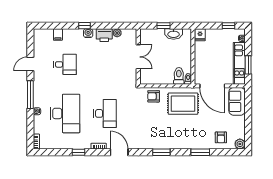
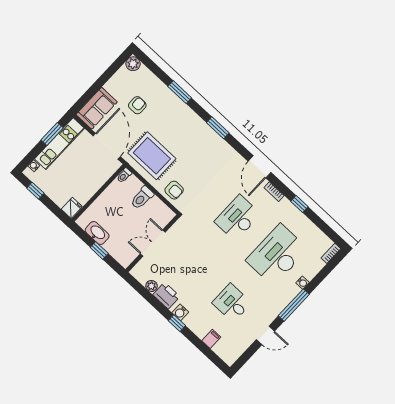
toilet: (179, 76) -> (142, 198), moved
armchair: (221, 137) -> (137, 105), moved

